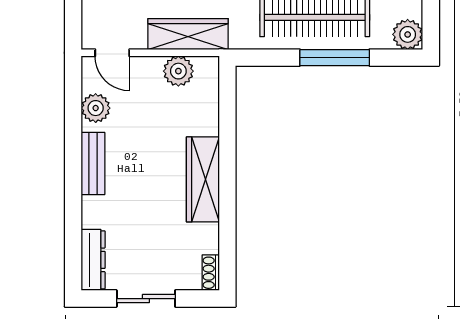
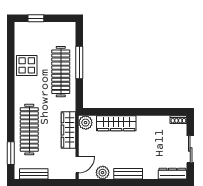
plant: (408, 34) -> (69, 29), removed
plant: (178, 71) -> (86, 123), moved
wardrobe: (203, 179) -> (116, 123), moved

